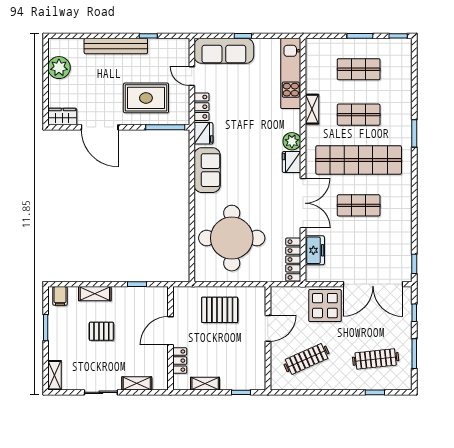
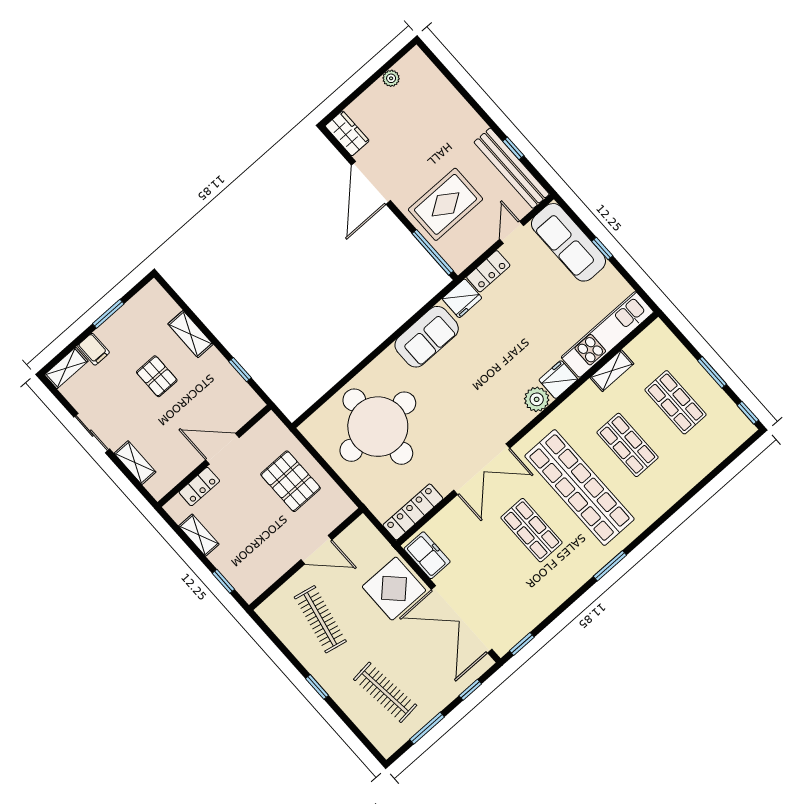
bench: (116, 46) -> (512, 168), moved
plant: (59, 68) -> (391, 78), width x0.53, depth x0.53
rug: (146, 98) -> (445, 204), turned 90
shelving: (312, 109) -> (612, 371), moved
window: (414, 133) -> (610, 566), moved
fridge: (292, 162) -> (558, 380), moved
freezer: (315, 250) -> (427, 555), moved, turned -90
filing cabinet: (60, 296) -> (94, 349), moved, turned -90
clothes rail: (307, 359) -> (320, 619), turned 36
window: (375, 392) -> (317, 687), moved

